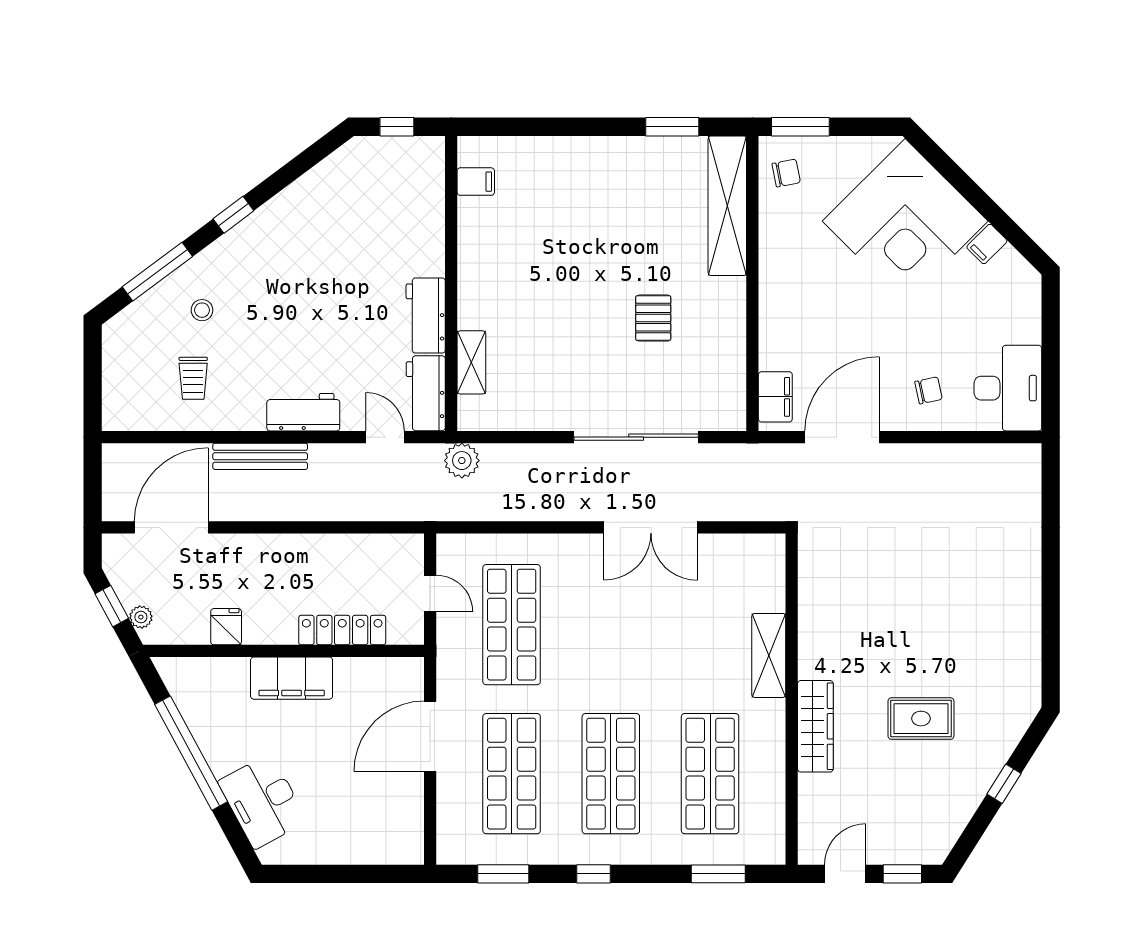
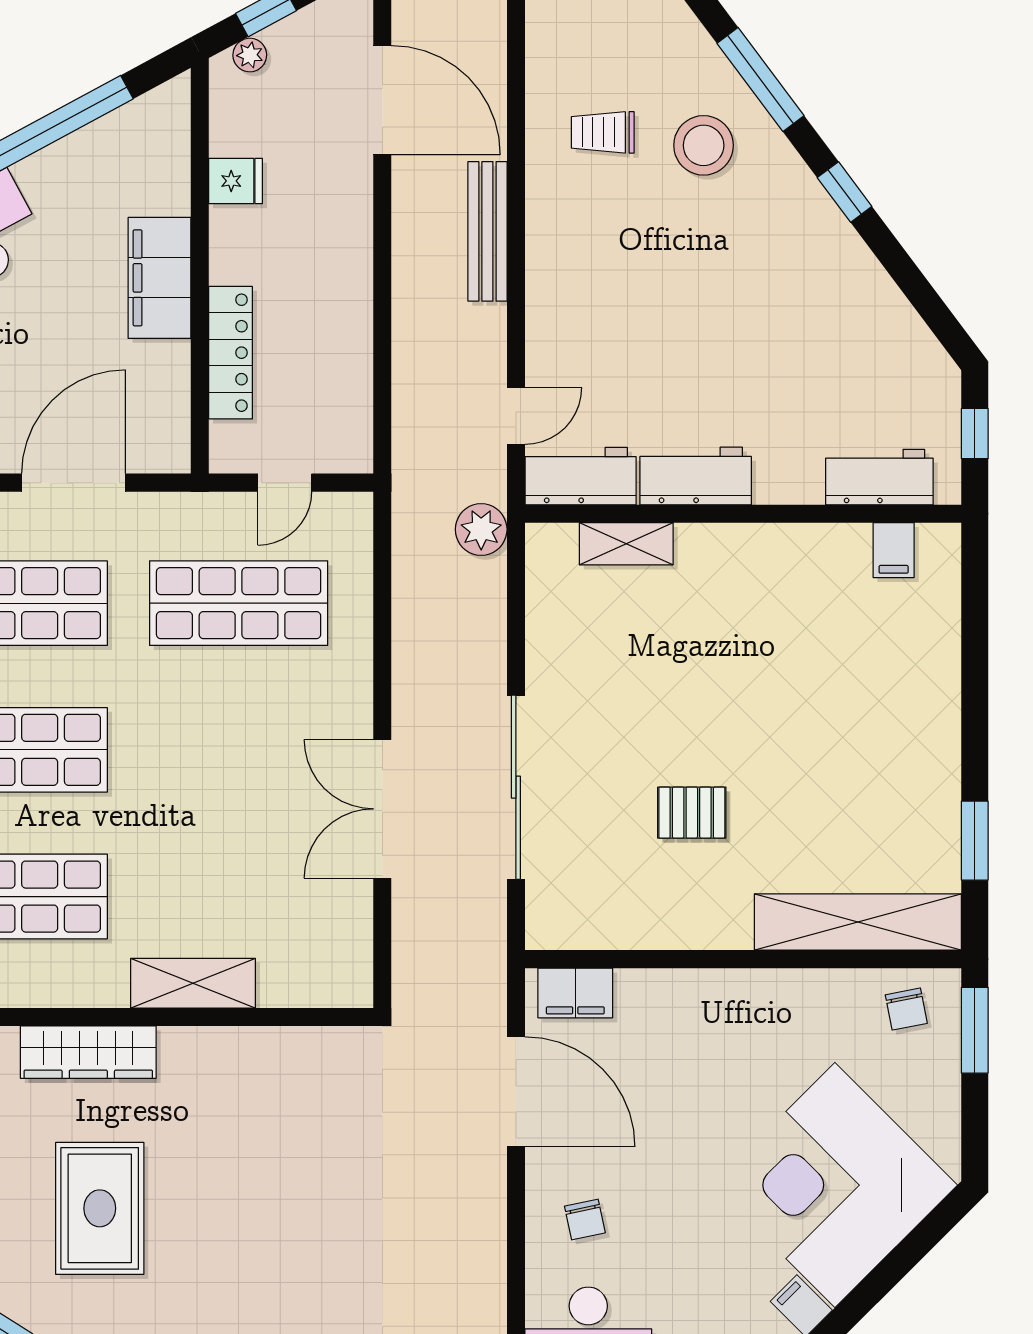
stool: (202, 310) -> (704, 145), width x1.89, depth x1.89
workbench: (303, 412) -> (879, 477), moved, turned -90
rug: (921, 719) -> (100, 1208), width x1.36, depth x1.43
door: (430, 736) -> (74, 483), hinge flipped

